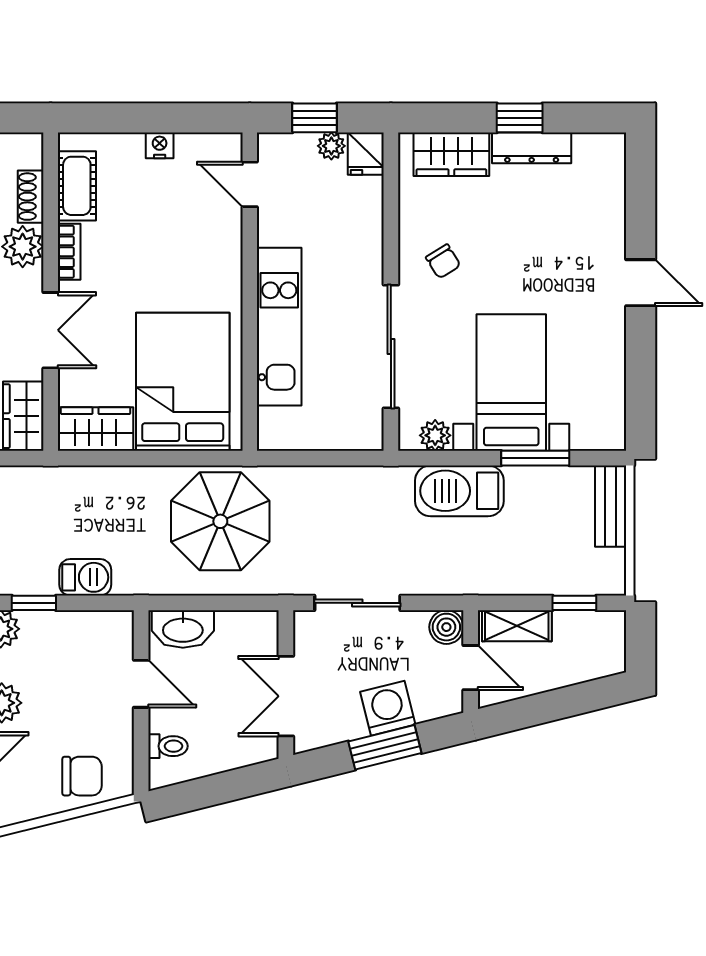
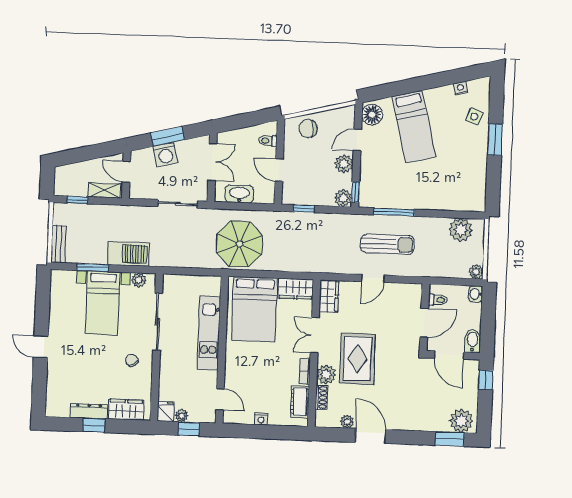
barbecue: (85, 577) -> (303, 220), removed
window: (34, 603) -> (304, 209), moved
boiler: (446, 627) -> (137, 191), removed
washbasin: (183, 629) -> (239, 194), moved

